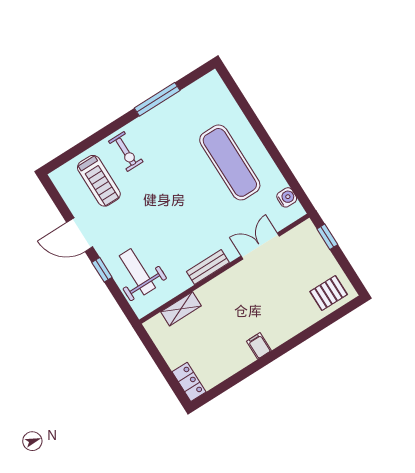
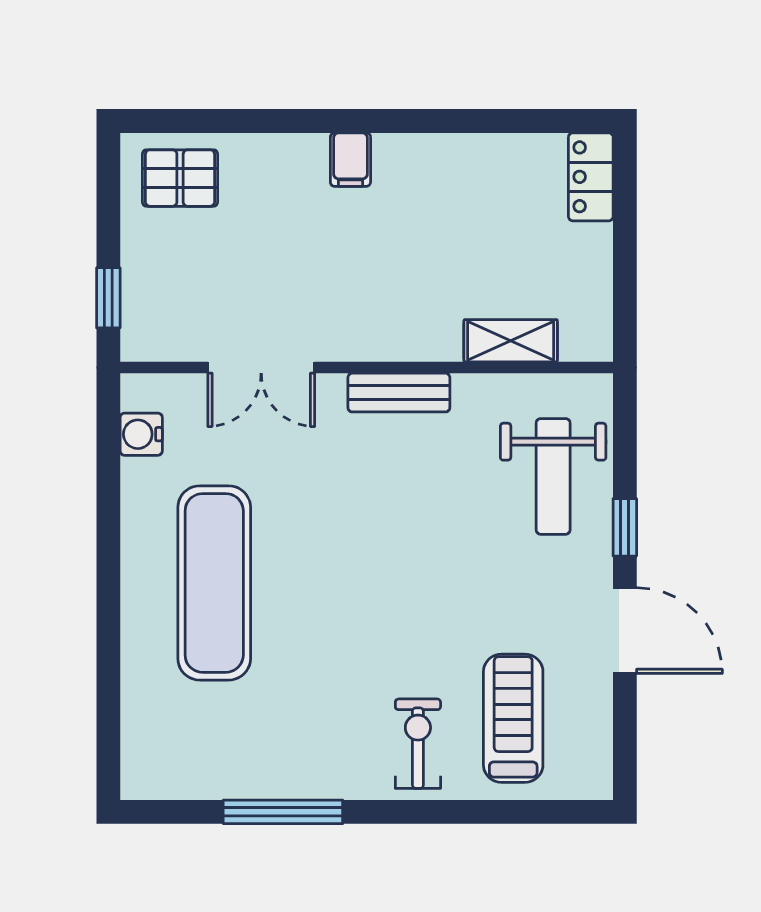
filing cabinet: (259, 346) -> (350, 160), moved

